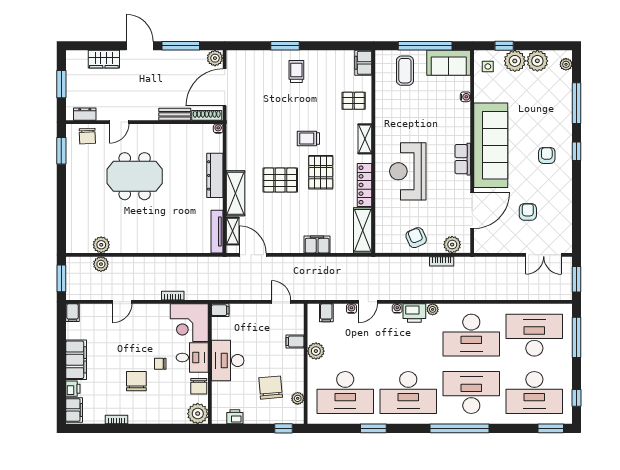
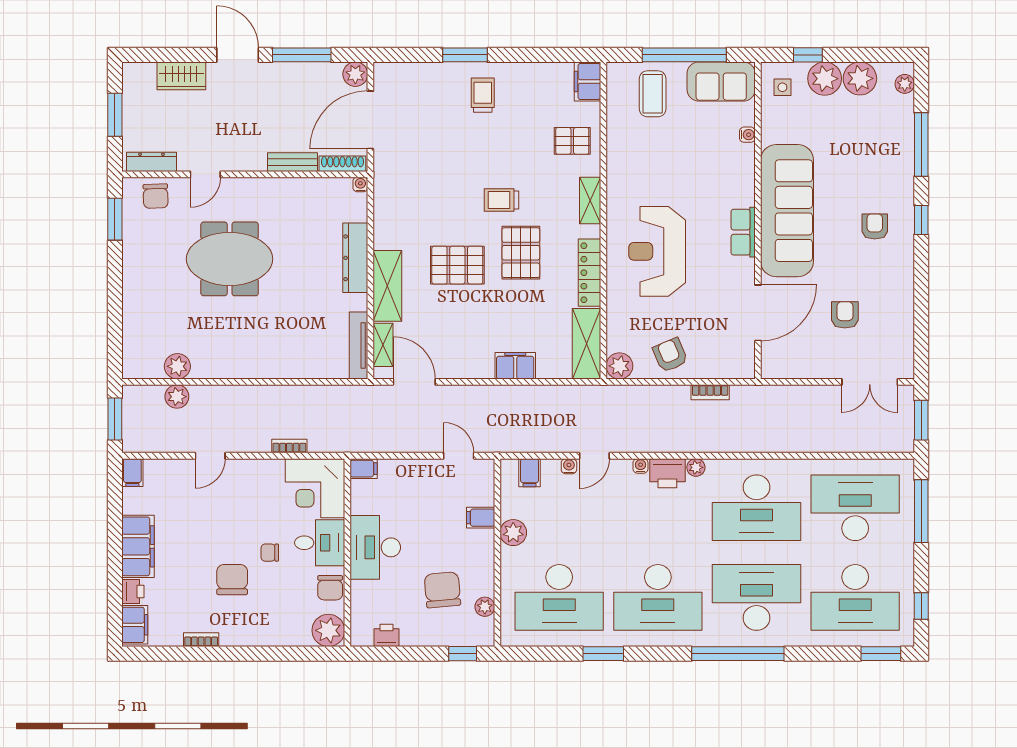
dresser: (85, 114) -> (152, 162), width x1.44
plant: (452, 245) -> (619, 366), moved

